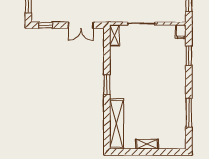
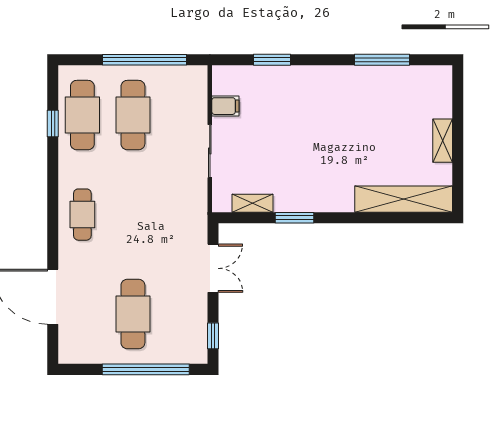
filing cabinet: (181, 32) -> (225, 106), moved
shelving: (114, 35) -> (253, 203), moved
window: (107, 85) -> (295, 218), moved

